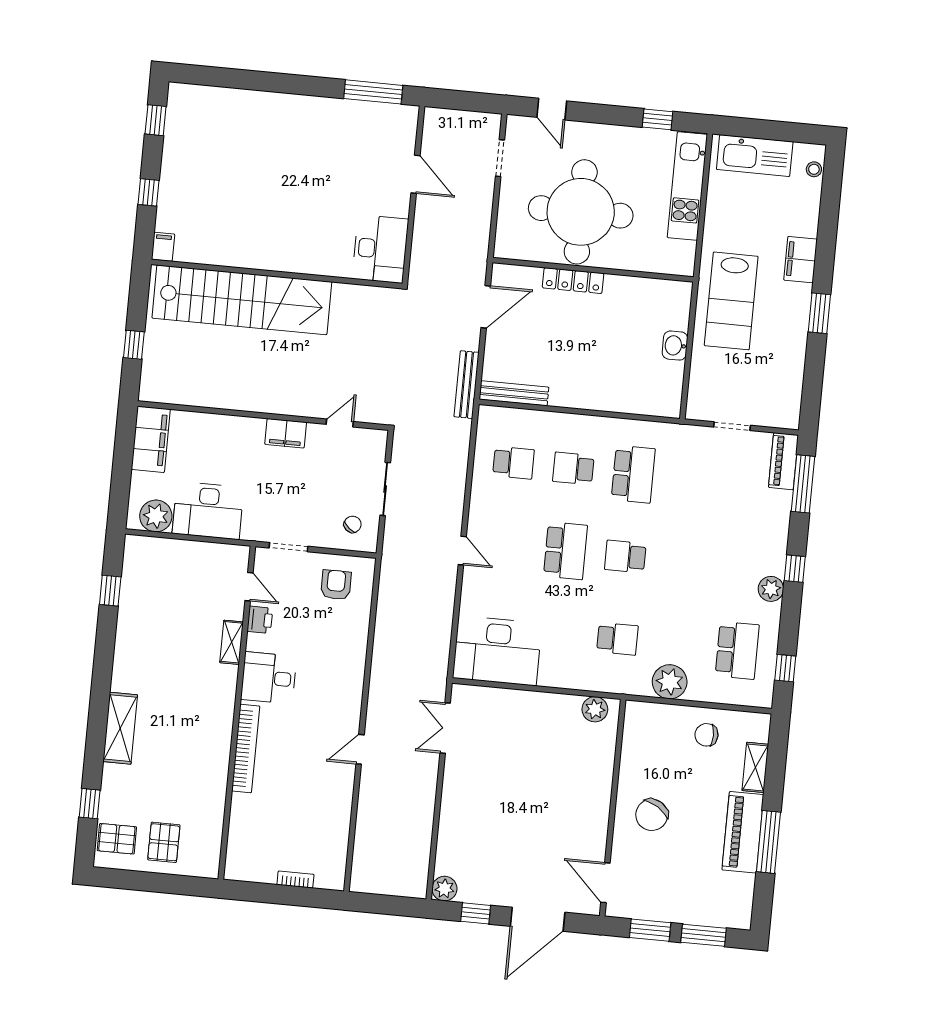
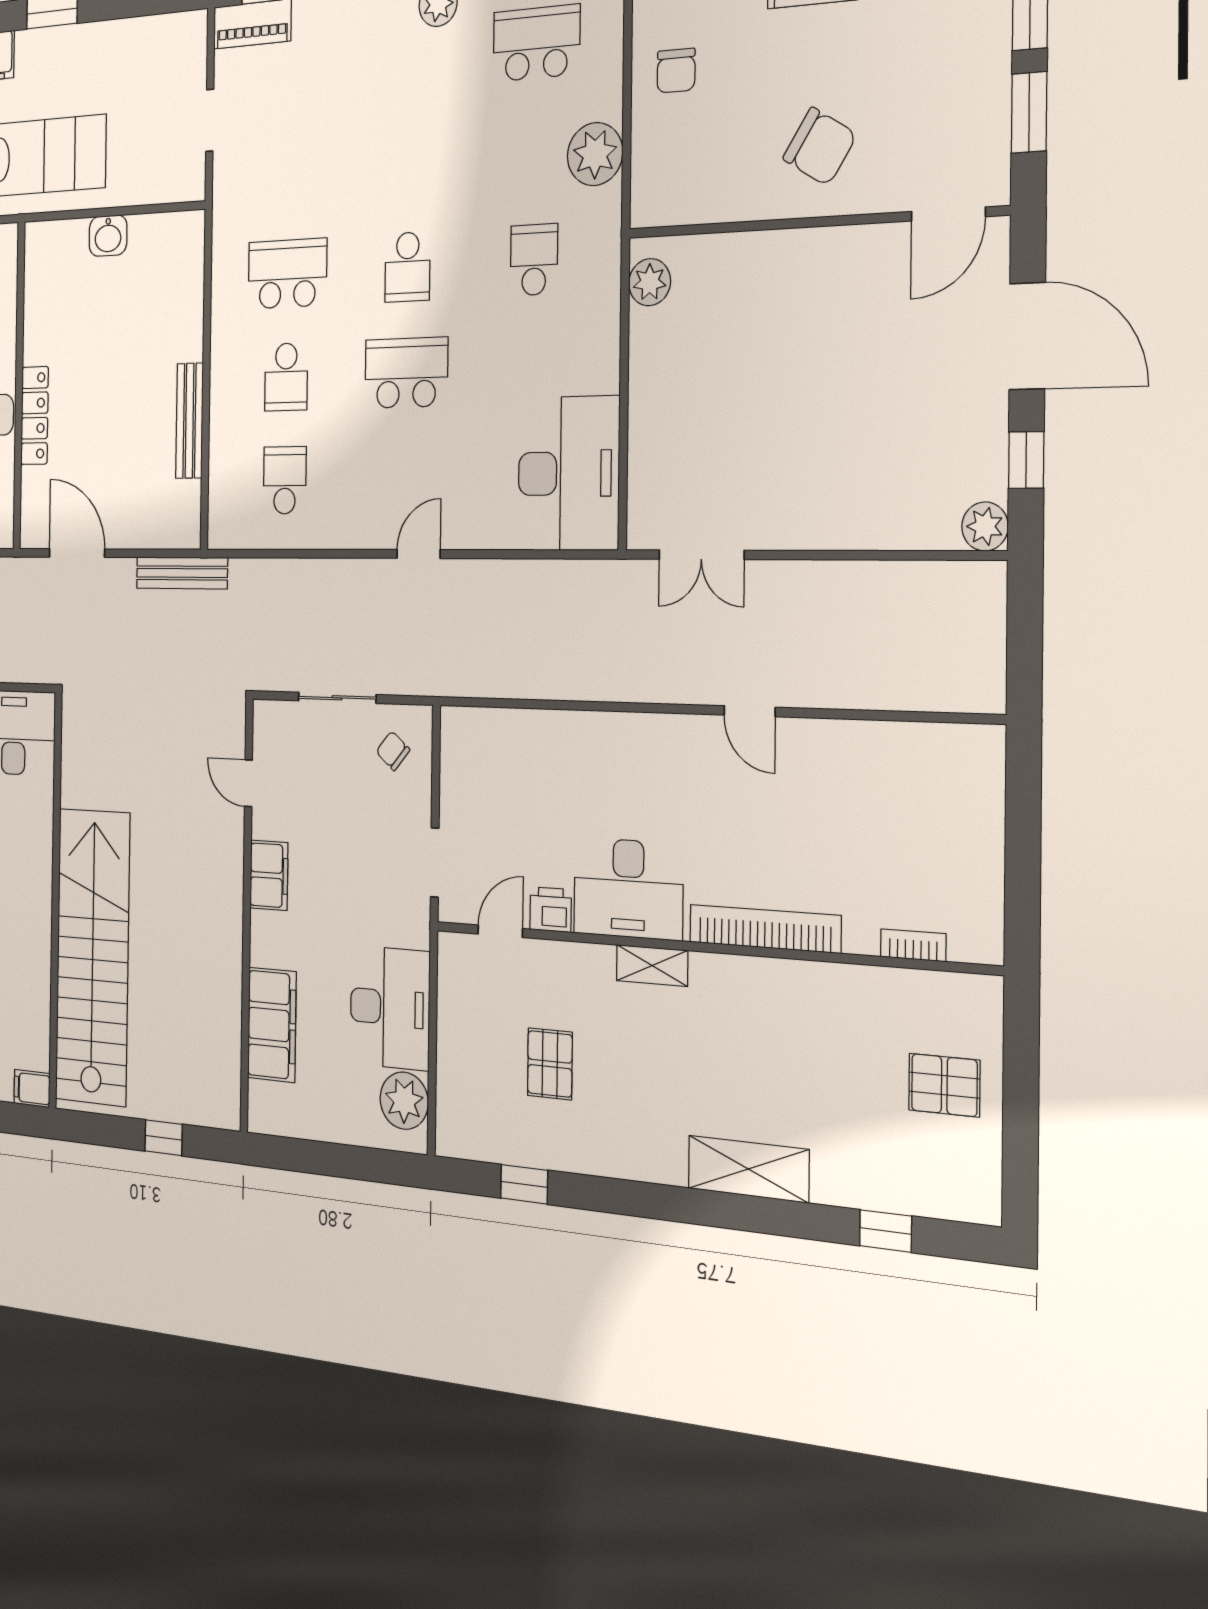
bench: (514, 393) -> (189, 421), moved
filing cabinet: (151, 439) -> (272, 1025), moved, turned 90
armchair: (336, 585) -> (486, 774), removed
shelving: (232, 642) -> (652, 966), moved
desk: (269, 678) -> (628, 889), width x1.37
pallet: (117, 839) -> (550, 1064), moved
bookcase: (295, 880) -> (913, 945), moved, turned 90

